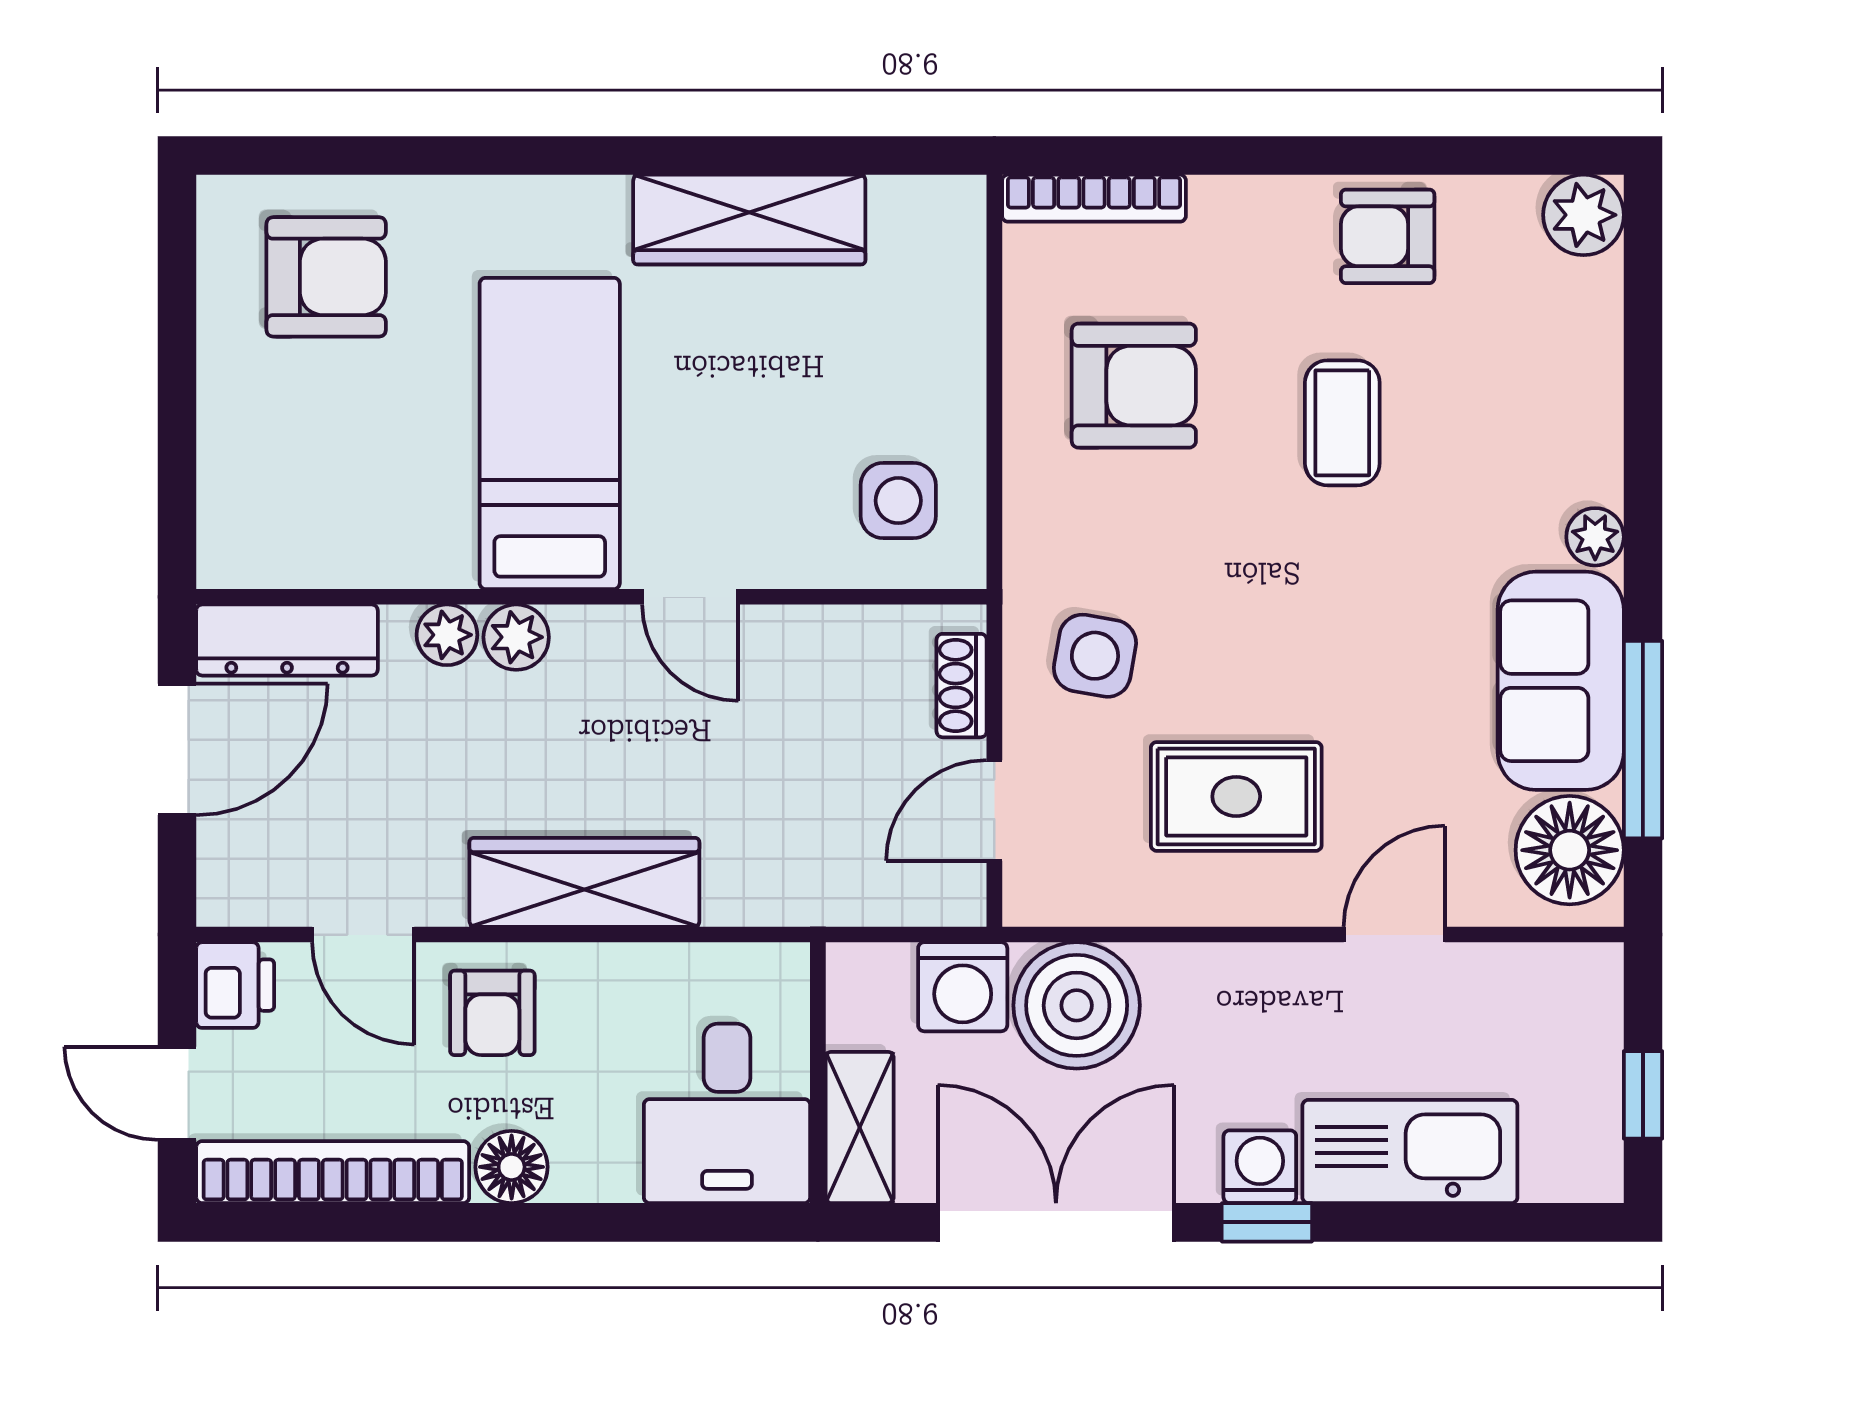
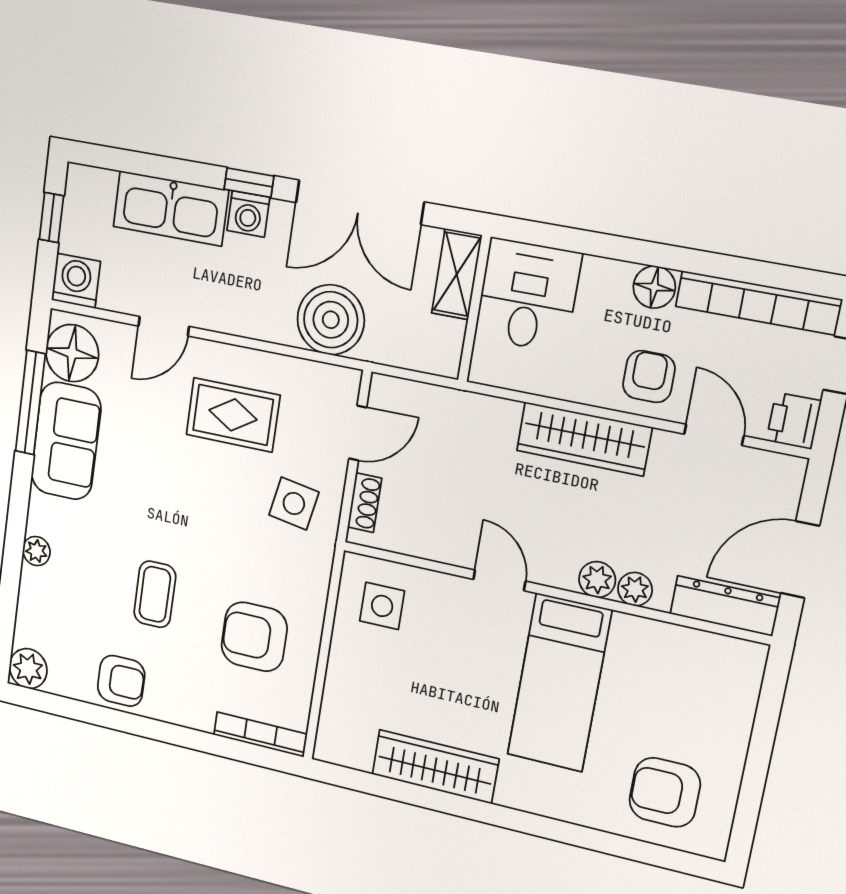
plant: (1595, 537) -> (36, 551), moved
washing machine: (963, 987) -> (76, 281), moved

